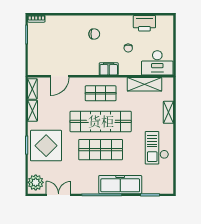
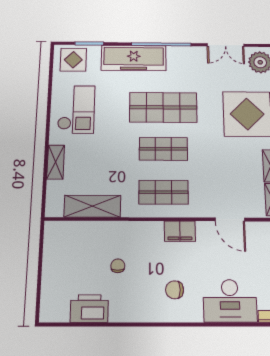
desk: (157, 63) -> (230, 301), moved, turned 180
filing cabinet: (109, 69) -> (180, 231), moved
door: (60, 76) -> (230, 219), swing flipped
shop shelf: (101, 121) -> (163, 149), width x0.50, depth x0.74
display table: (160, 183) -> (73, 60), added

